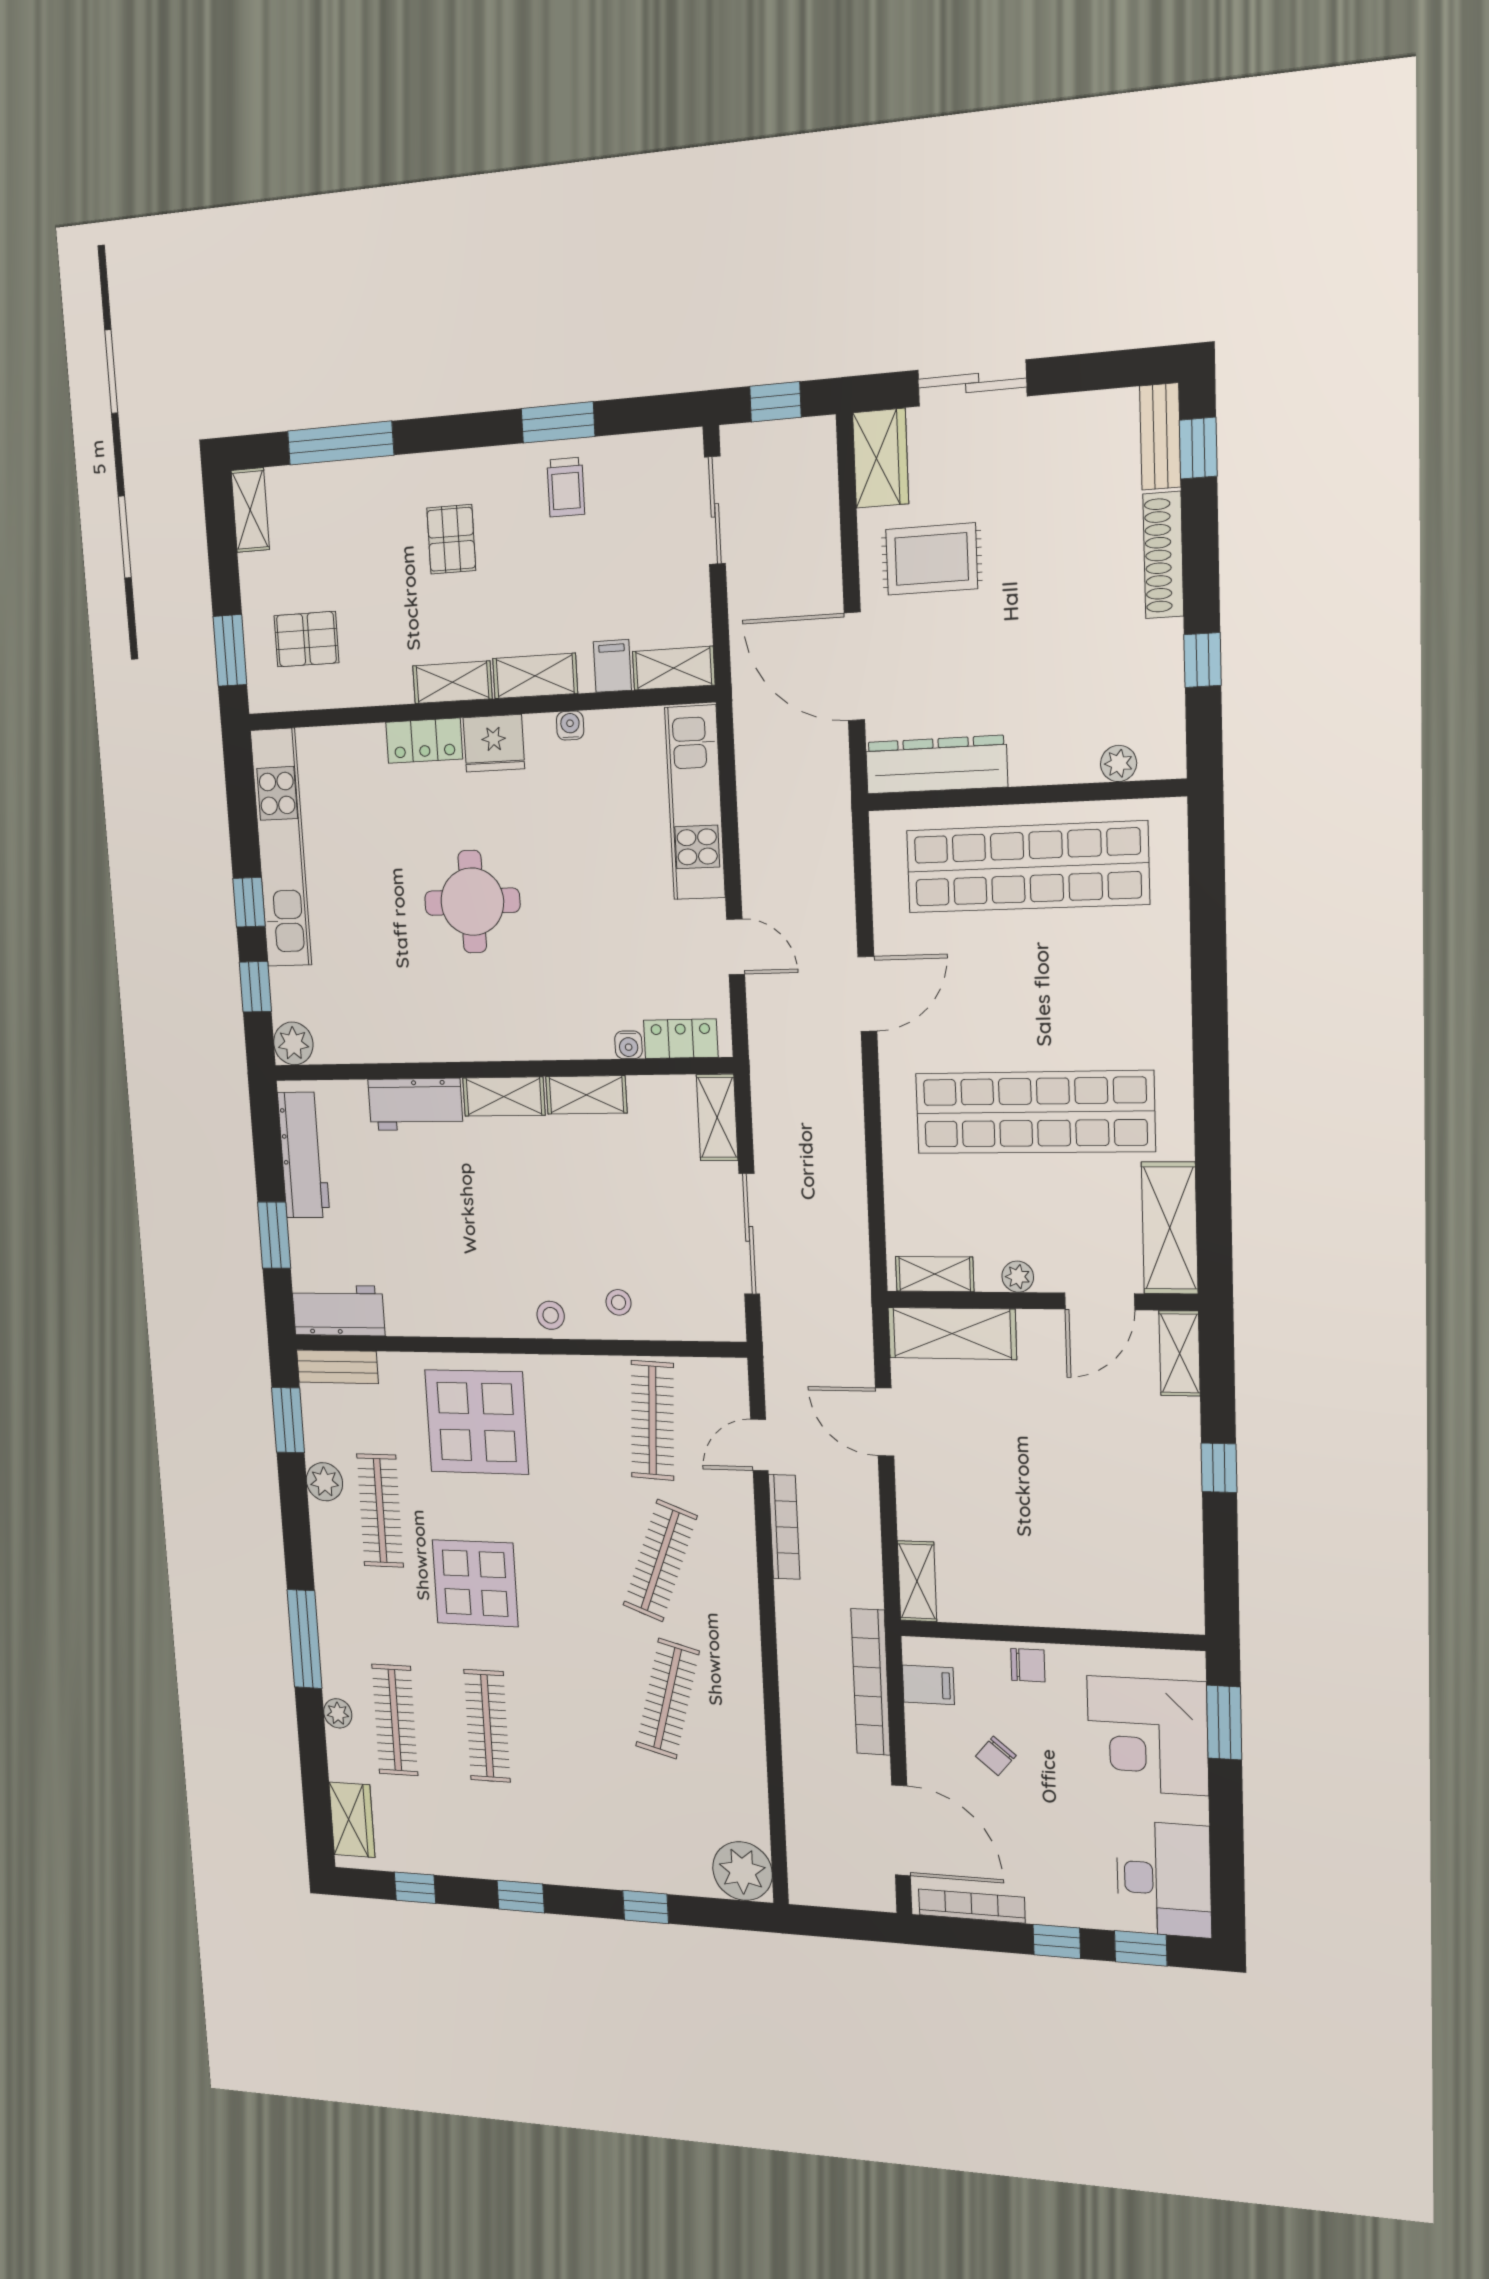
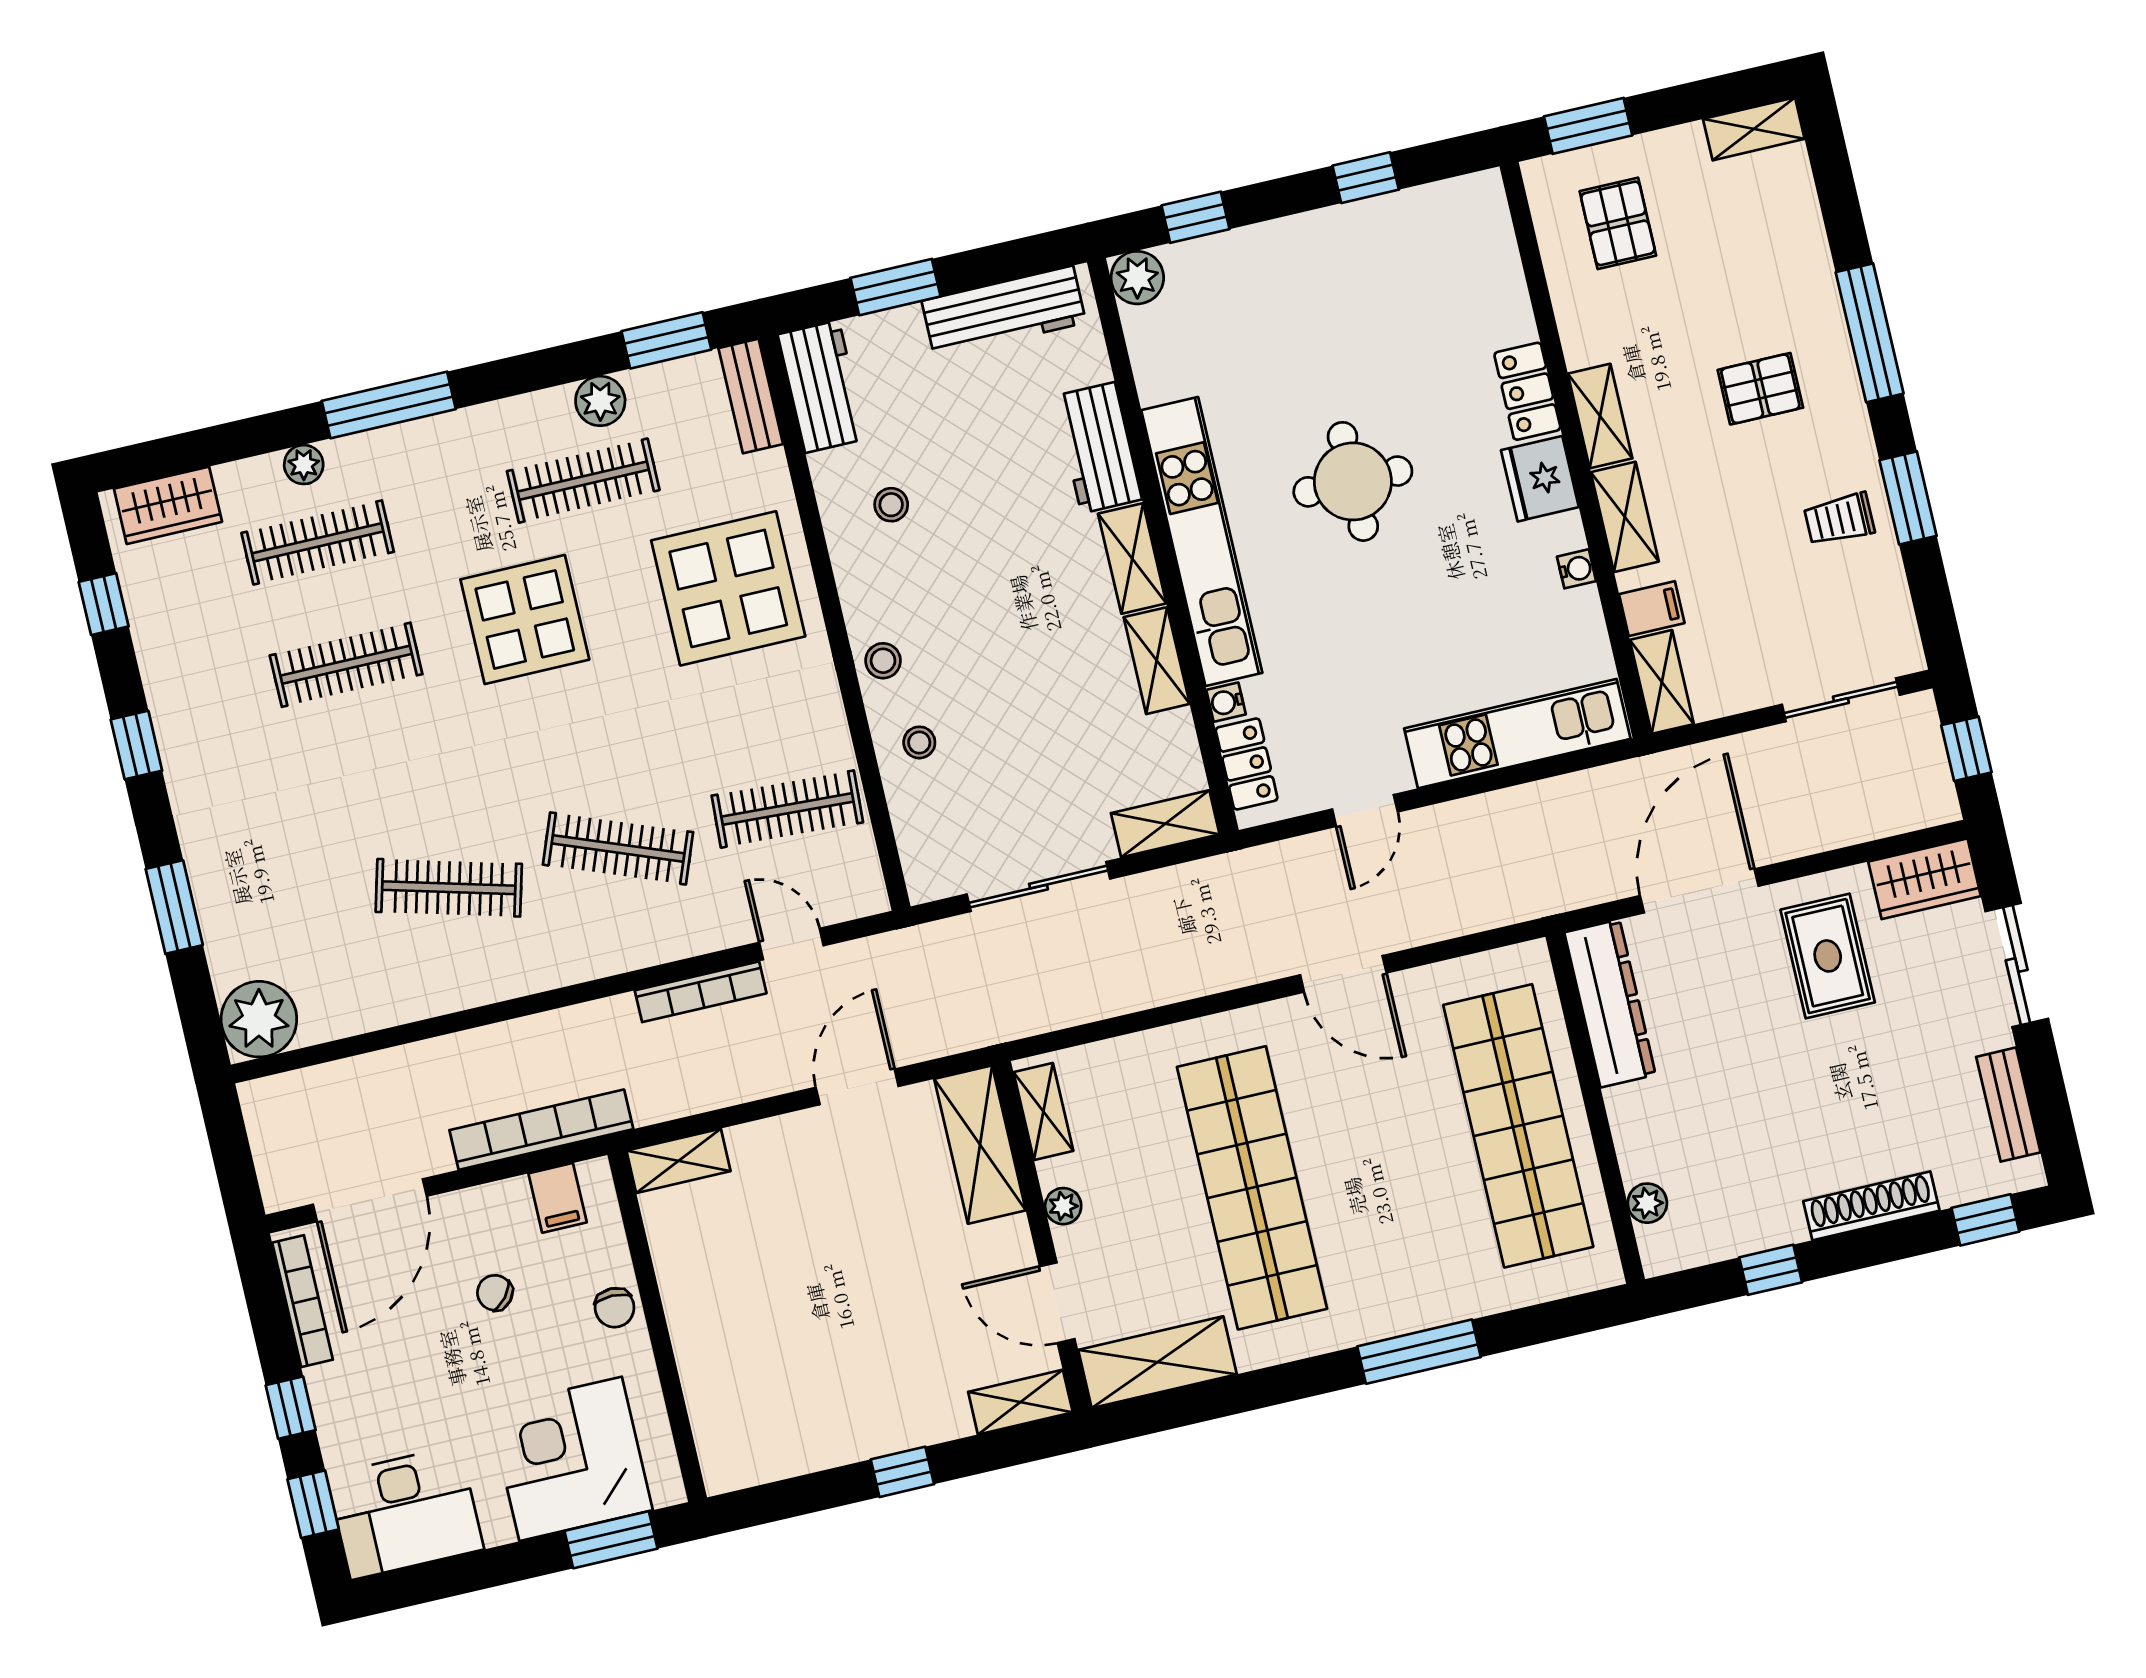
bench: (1160, 437) -> (2008, 1105), moved, turned 90
window: (341, 443) -> (1870, 333), moved
kitchen unit: (281, 848) -> (1202, 542), moved, turned -90
window: (249, 902) -> (1366, 178), moved
window: (1209, 996) -> (1419, 1352), added
stool: (434, 1279) -> (891, 505), added
window: (646, 1907) -> (174, 907), width x1.50

